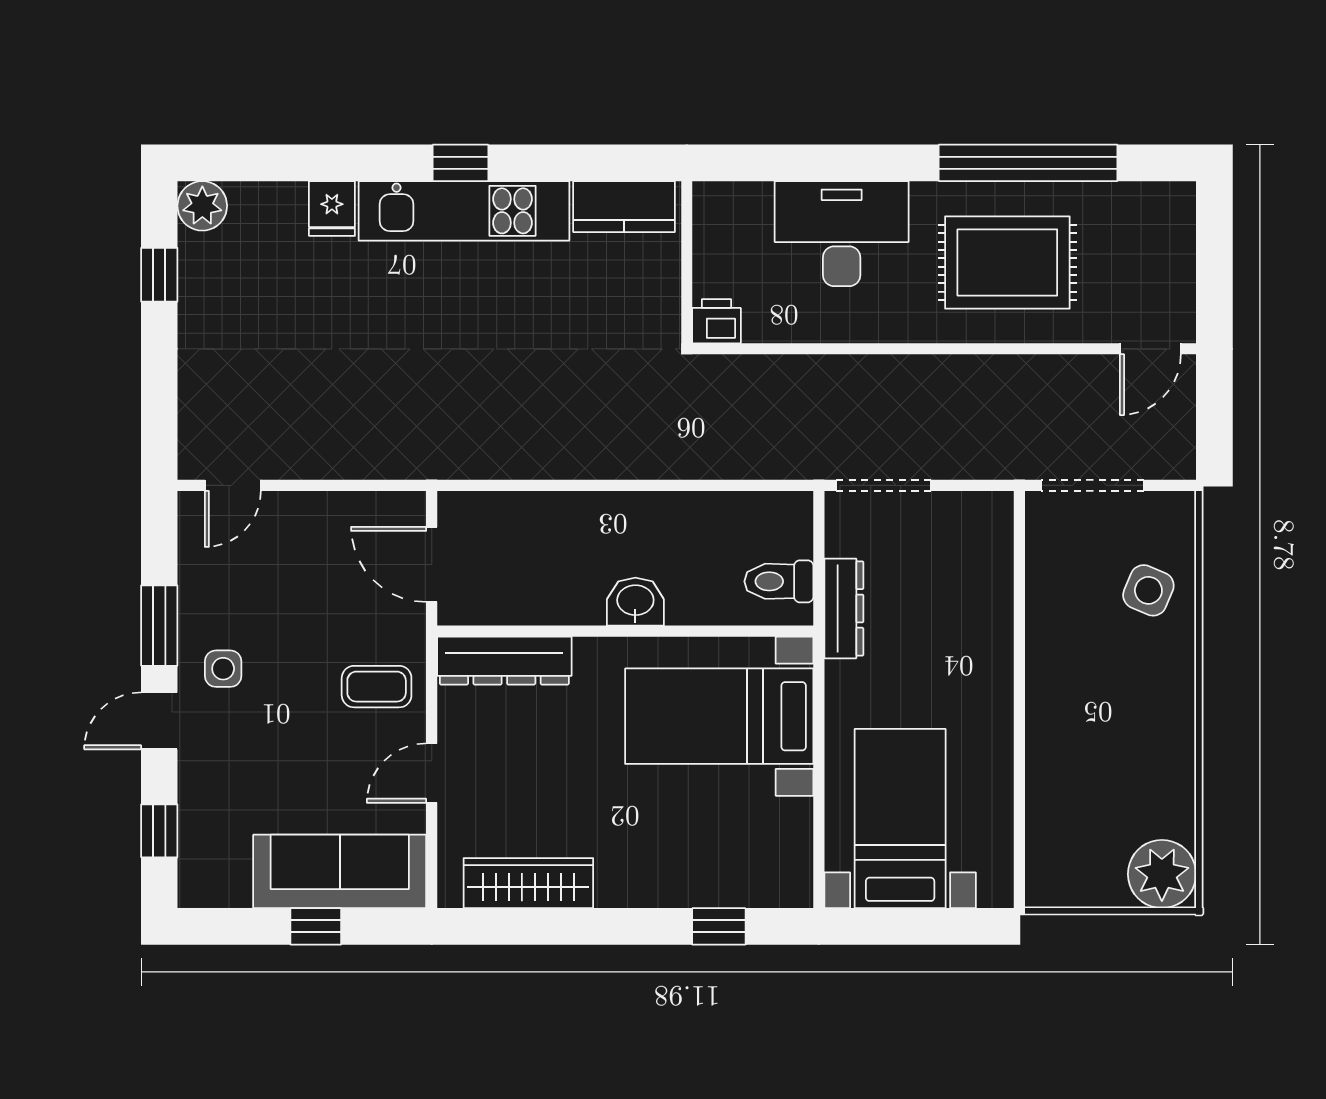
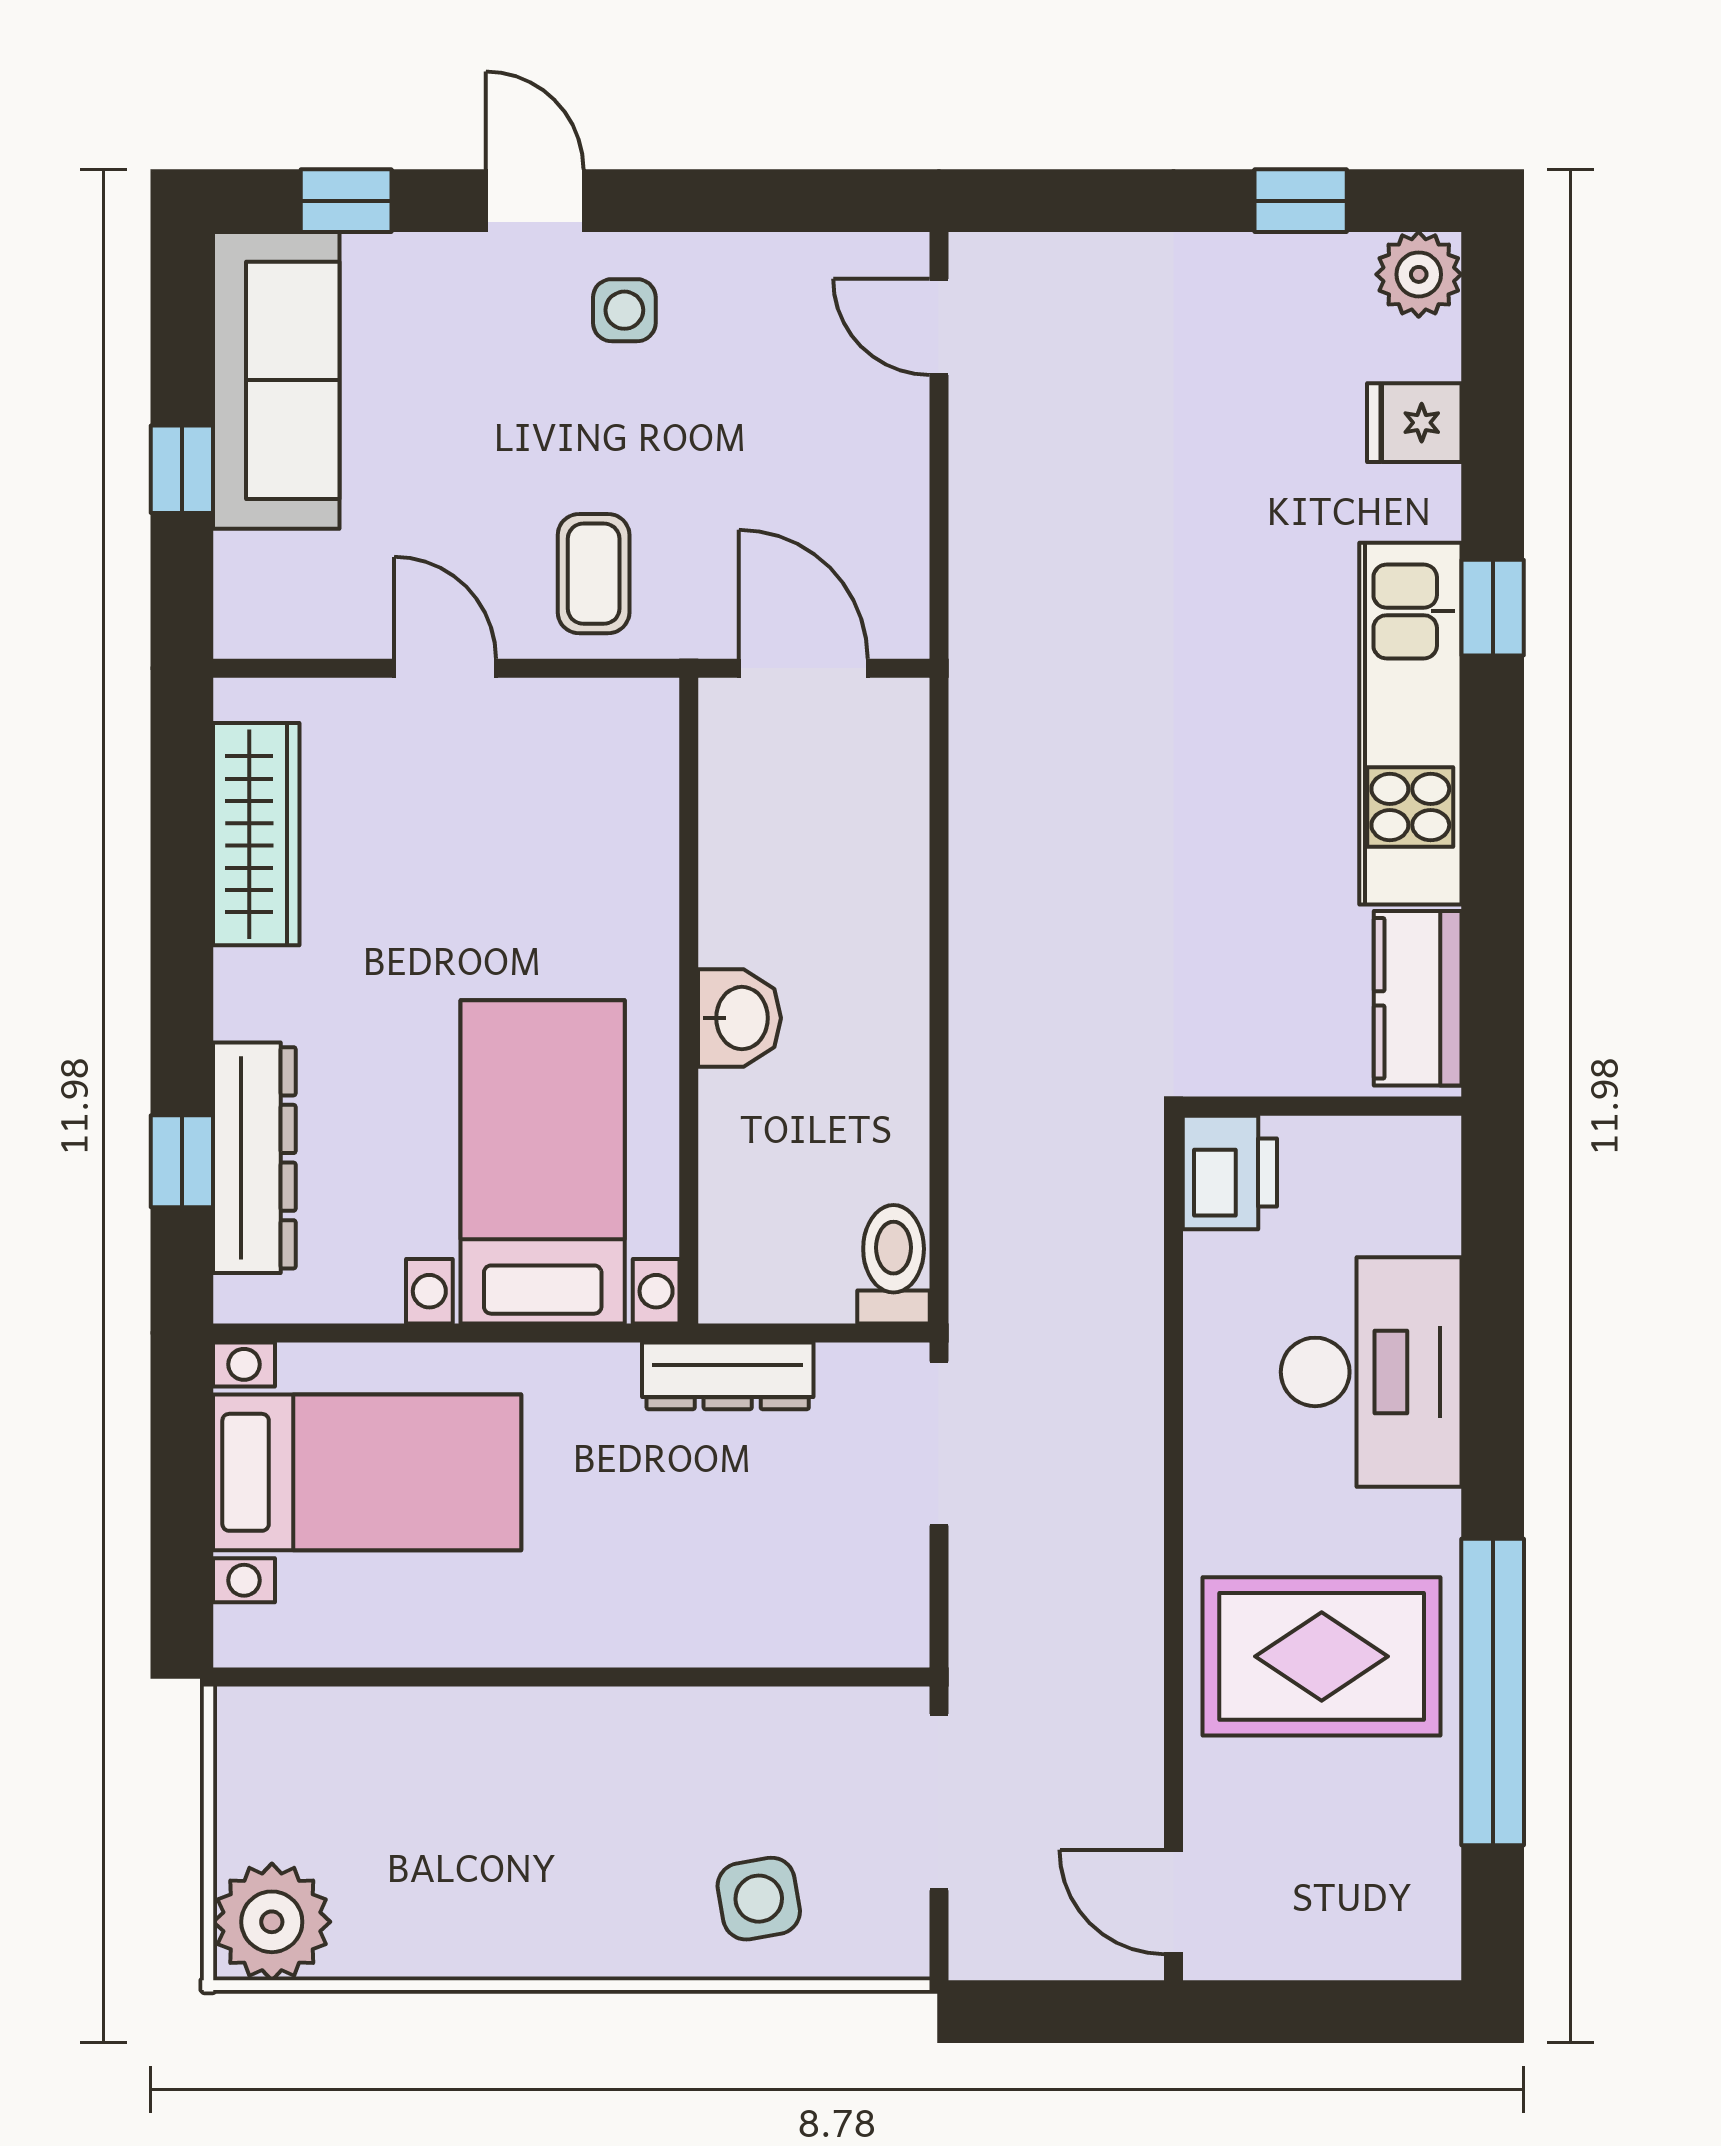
window: (461, 163) -> (1493, 608), moved
fridge: (332, 209) -> (1414, 423), moved
rug: (1007, 263) -> (1322, 1656), turned 90
printer: (717, 321) -> (1230, 1172), width x1.36, depth x1.24
door: (432, 564) -> (803, 668), hinge flipped
toilet: (779, 581) -> (894, 1264), moved
side table: (1148, 590) -> (759, 1899), turned -33
window: (159, 626) -> (698, 201), removed
dresser: (504, 661) -> (254, 1158), moved, turned 180
sofa: (340, 871) -> (276, 380), moved

